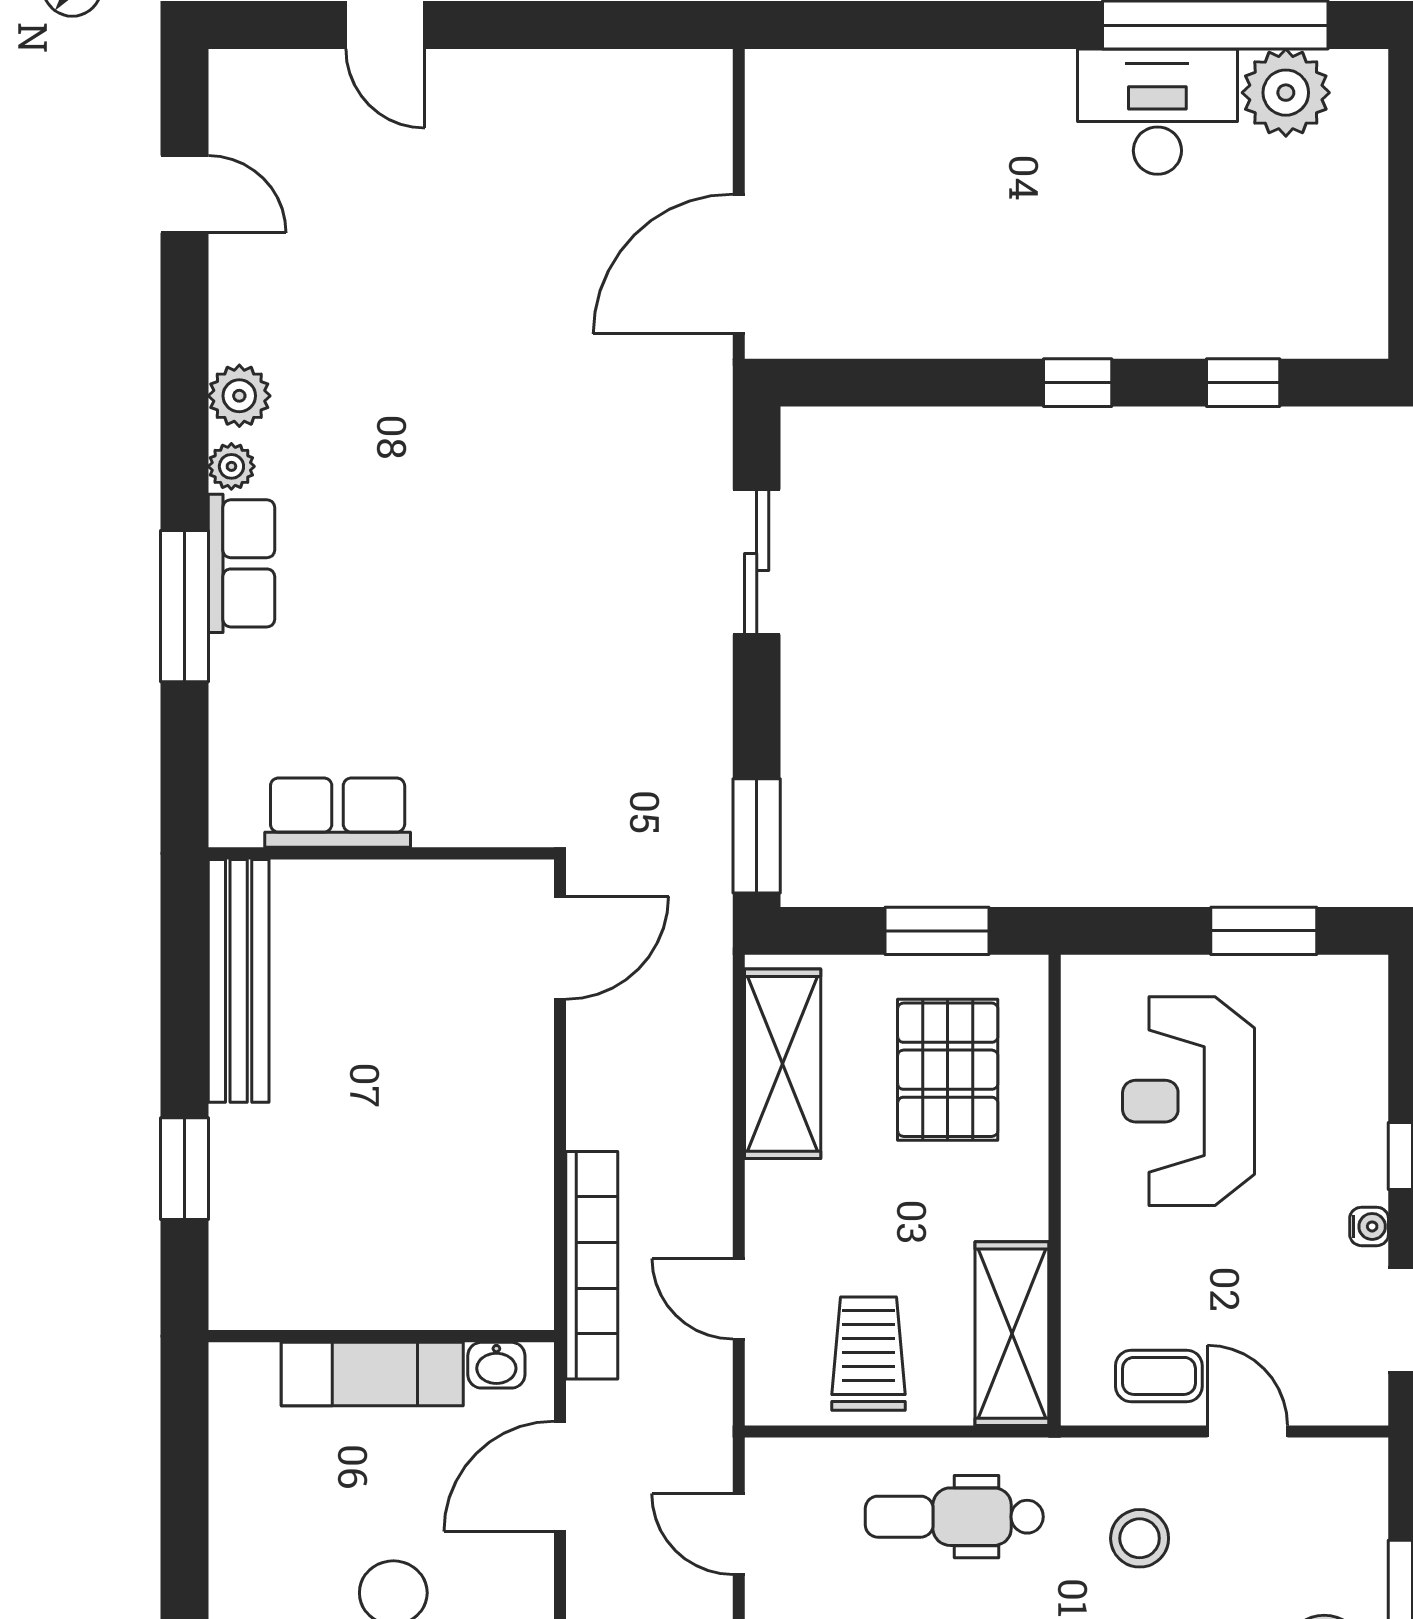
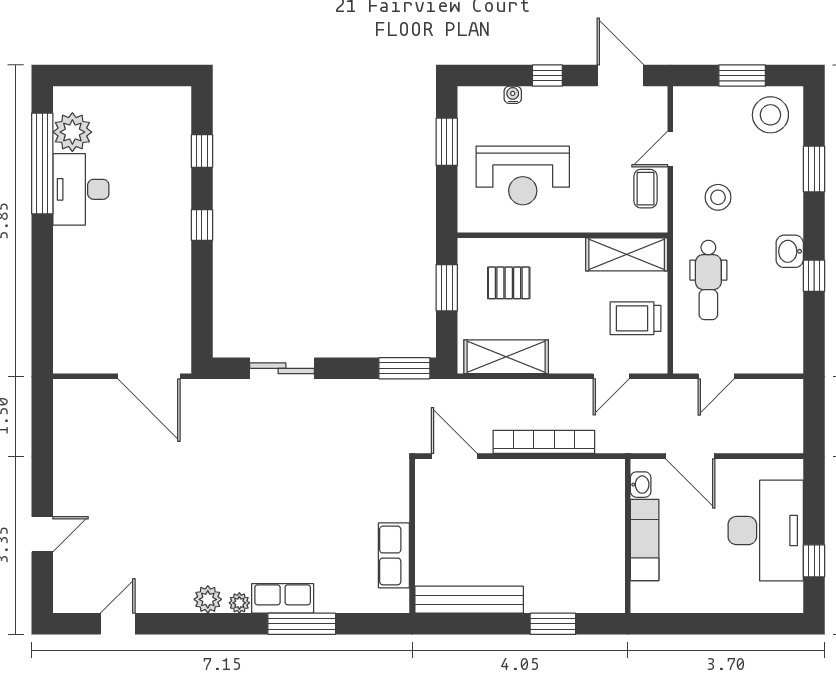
pallet: (948, 1070) -> (509, 283), width x0.67, depth x0.71
water cooler: (1369, 1226) -> (513, 95), moved
bookcase: (592, 1265) -> (544, 442), moved

